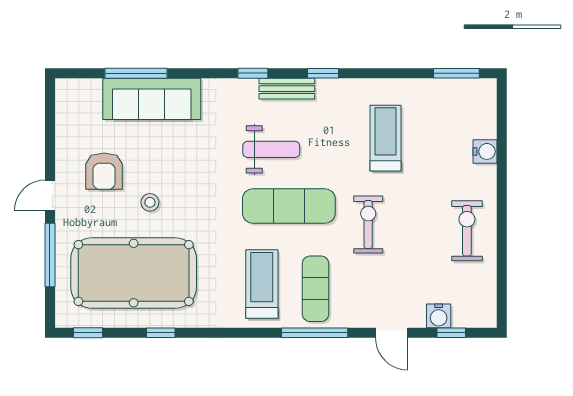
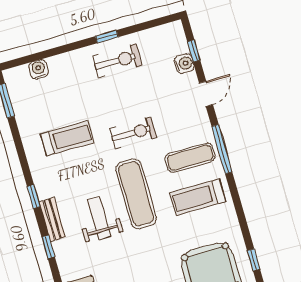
treadmill: (386, 138) -> (67, 138), turned 180
water cooler: (485, 151) -> (39, 69), moved
exercise bike: (368, 224) -> (133, 133), turned 180
window: (502, 226) -> (107, 37), added
exercise bike: (467, 231) -> (117, 61), turned 180

